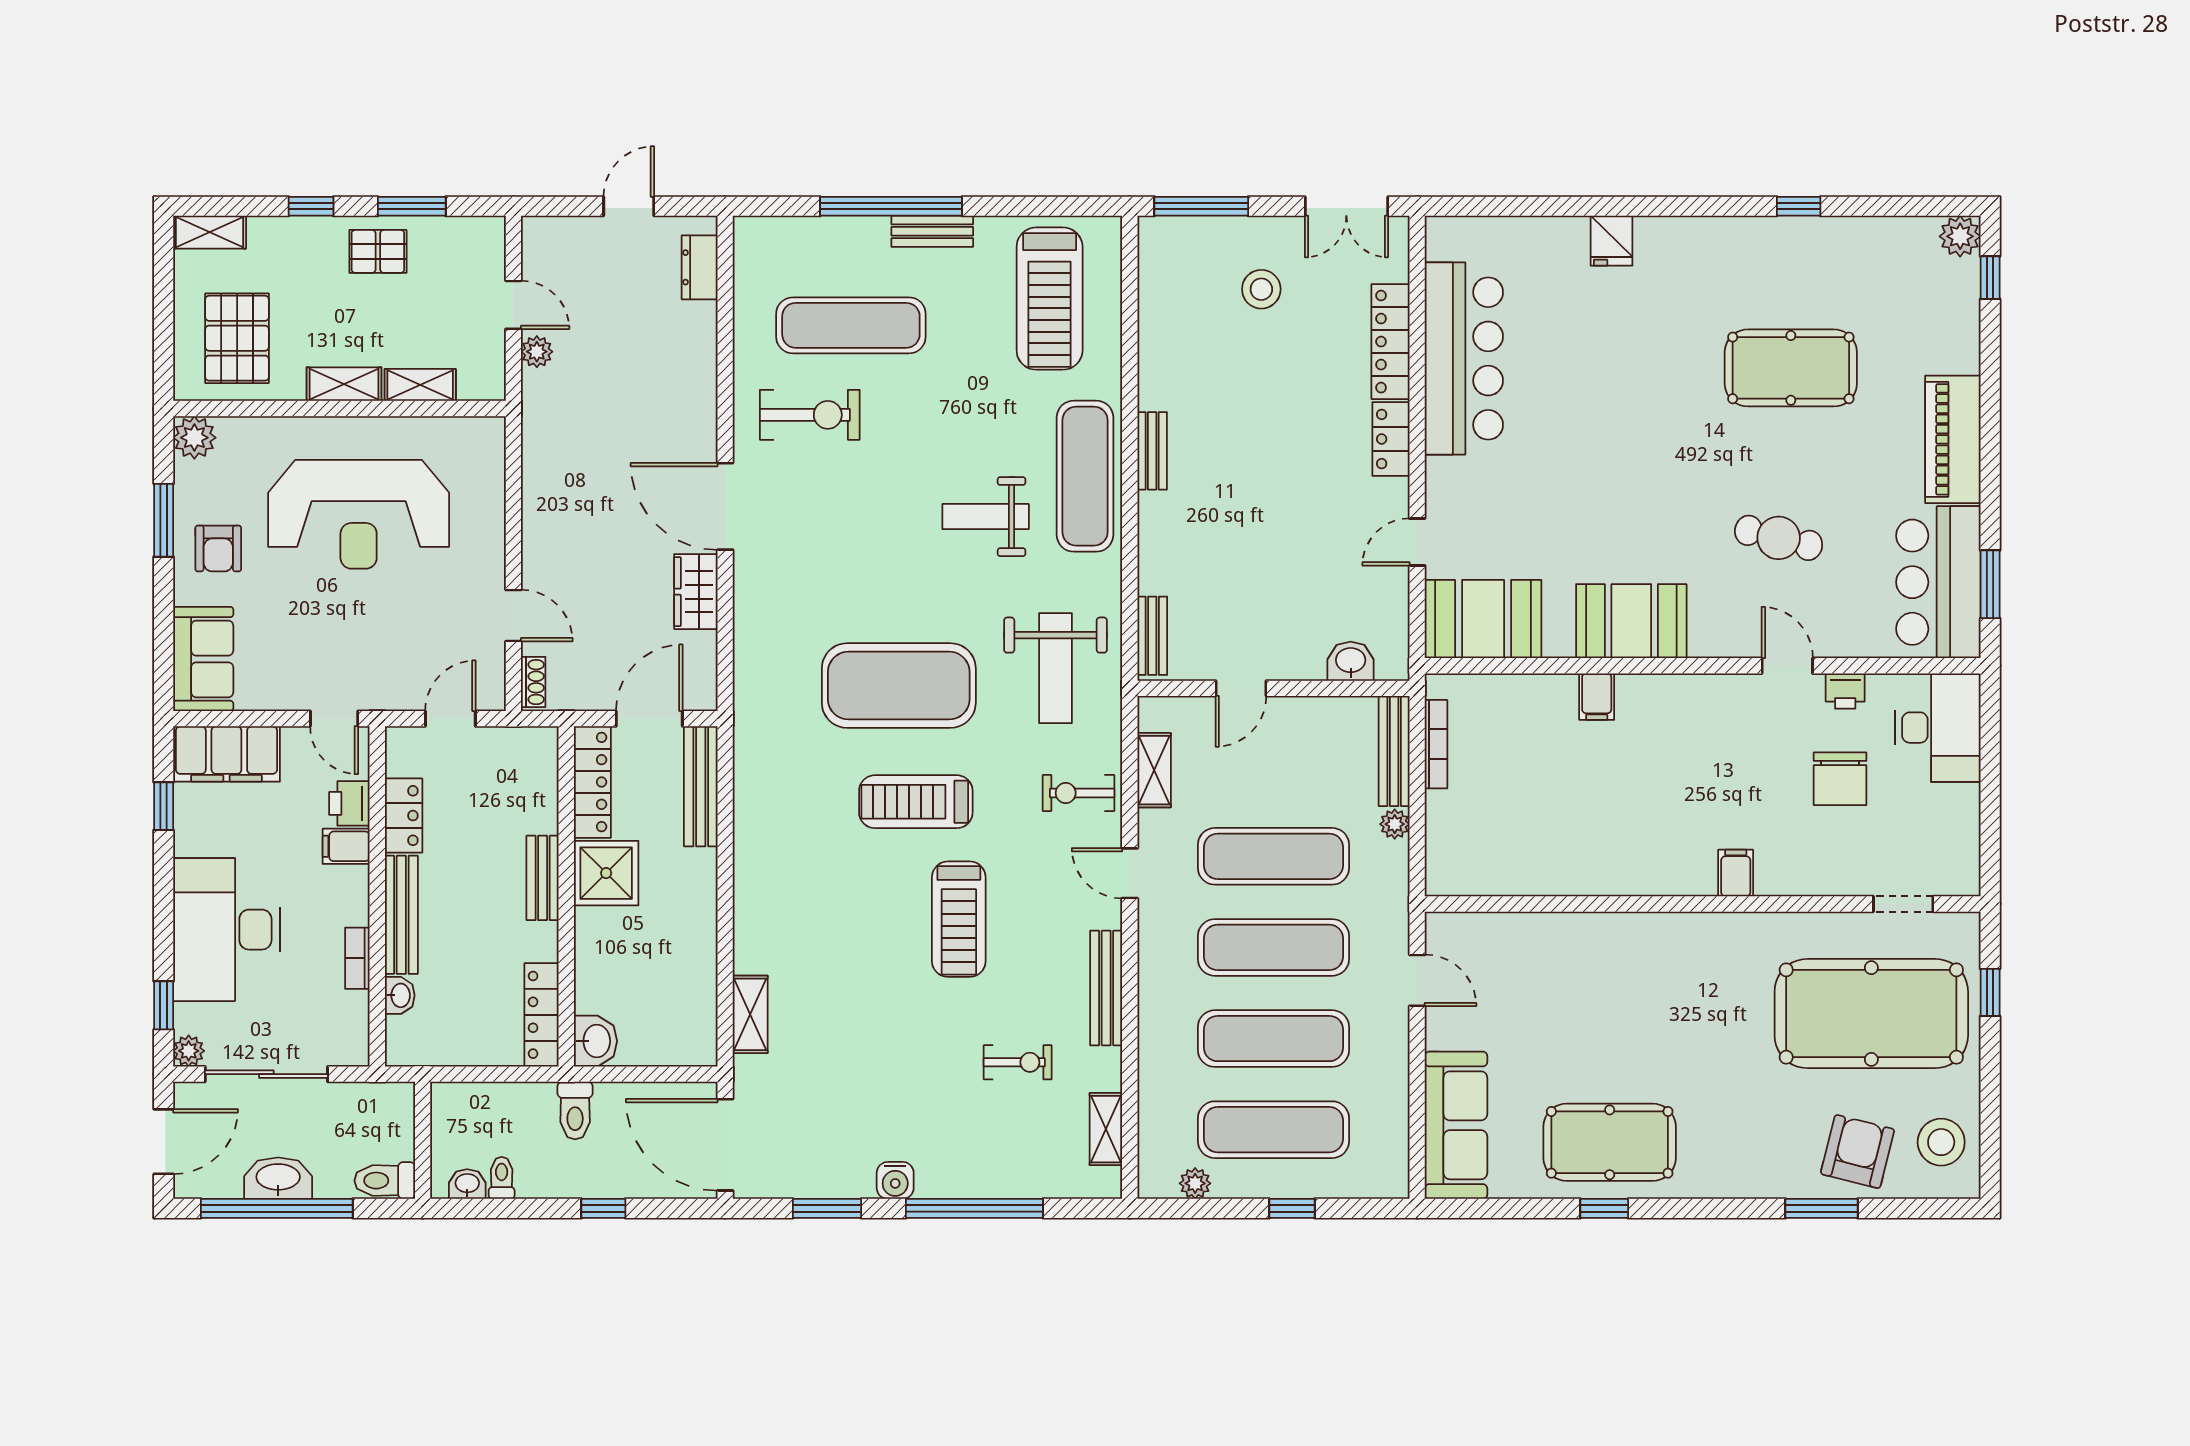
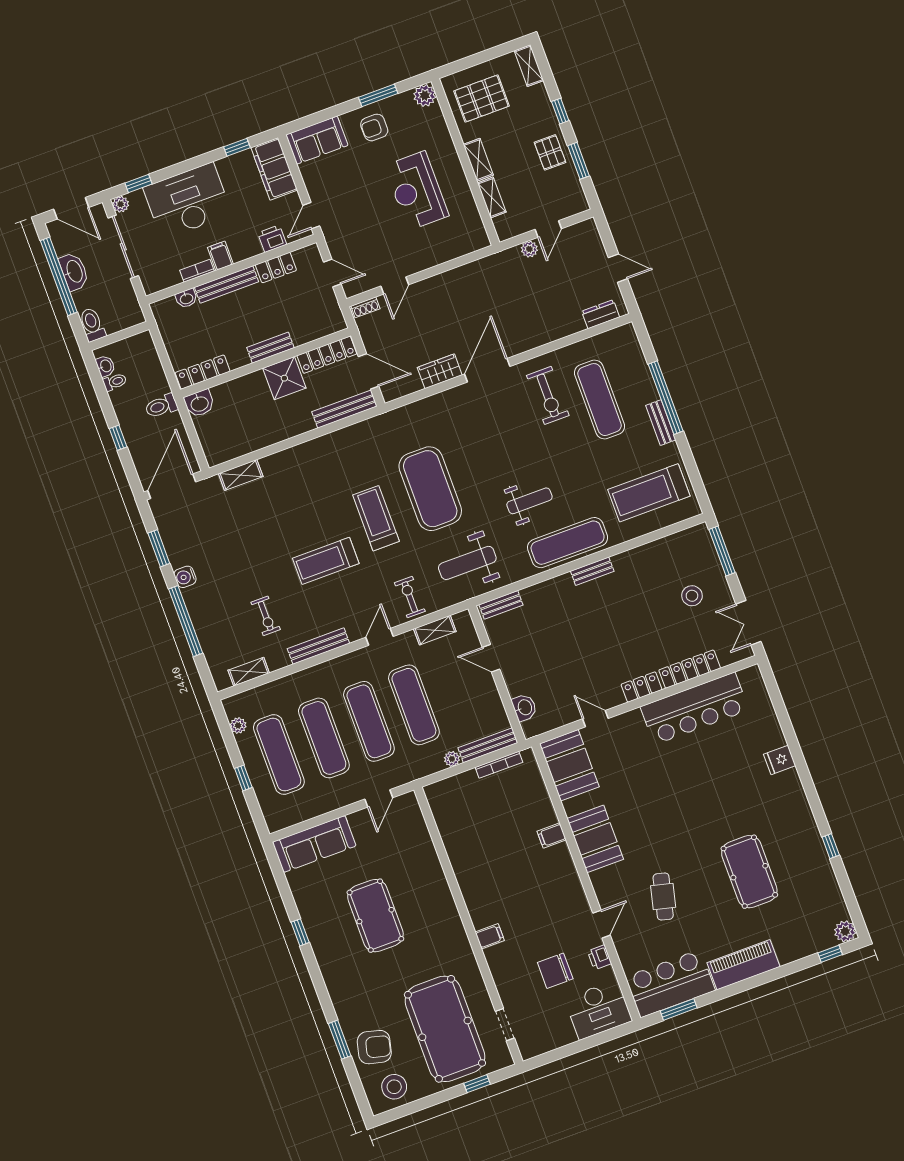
reception desk: (359, 514) -> (417, 191), width x0.74, depth x0.77
weight bench: (986, 517) -> (529, 501), turned 90
filing cabinet: (346, 846) -> (220, 256), moved
pool table: (1610, 1142) -> (375, 916), moved

